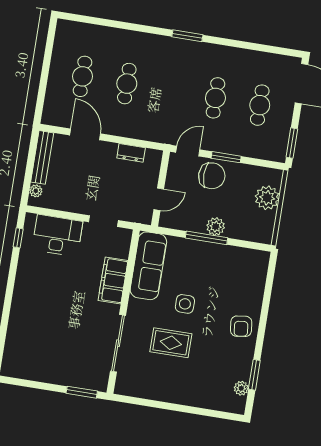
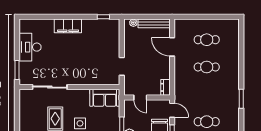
door: (85, 134) -> (172, 47), swing flipped
dresser: (131, 153) -> (165, 87), moved
desk: (57, 235) -> (30, 47), moved, turned 180
sofa: (148, 266) -> (105, 98), width x0.73
filing cabinet: (113, 280) -> (68, 26), moved, turned 180

